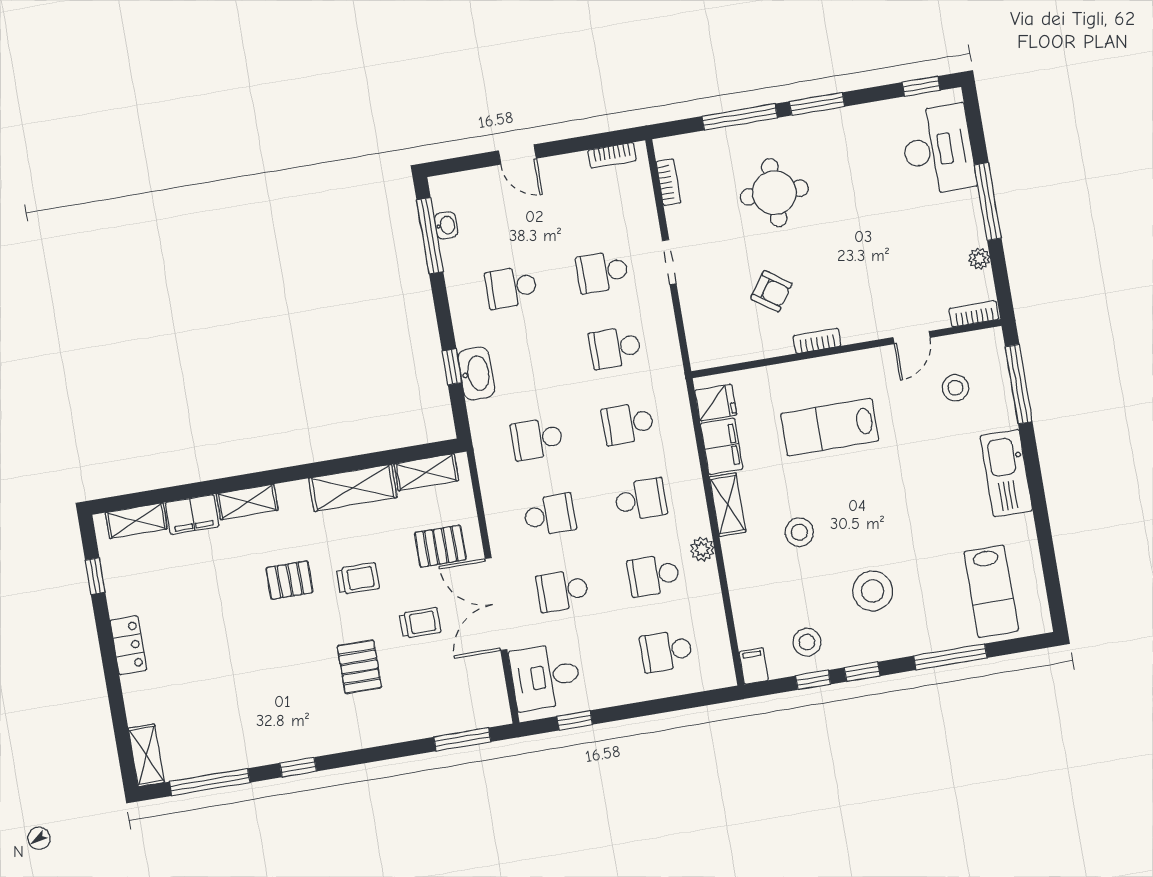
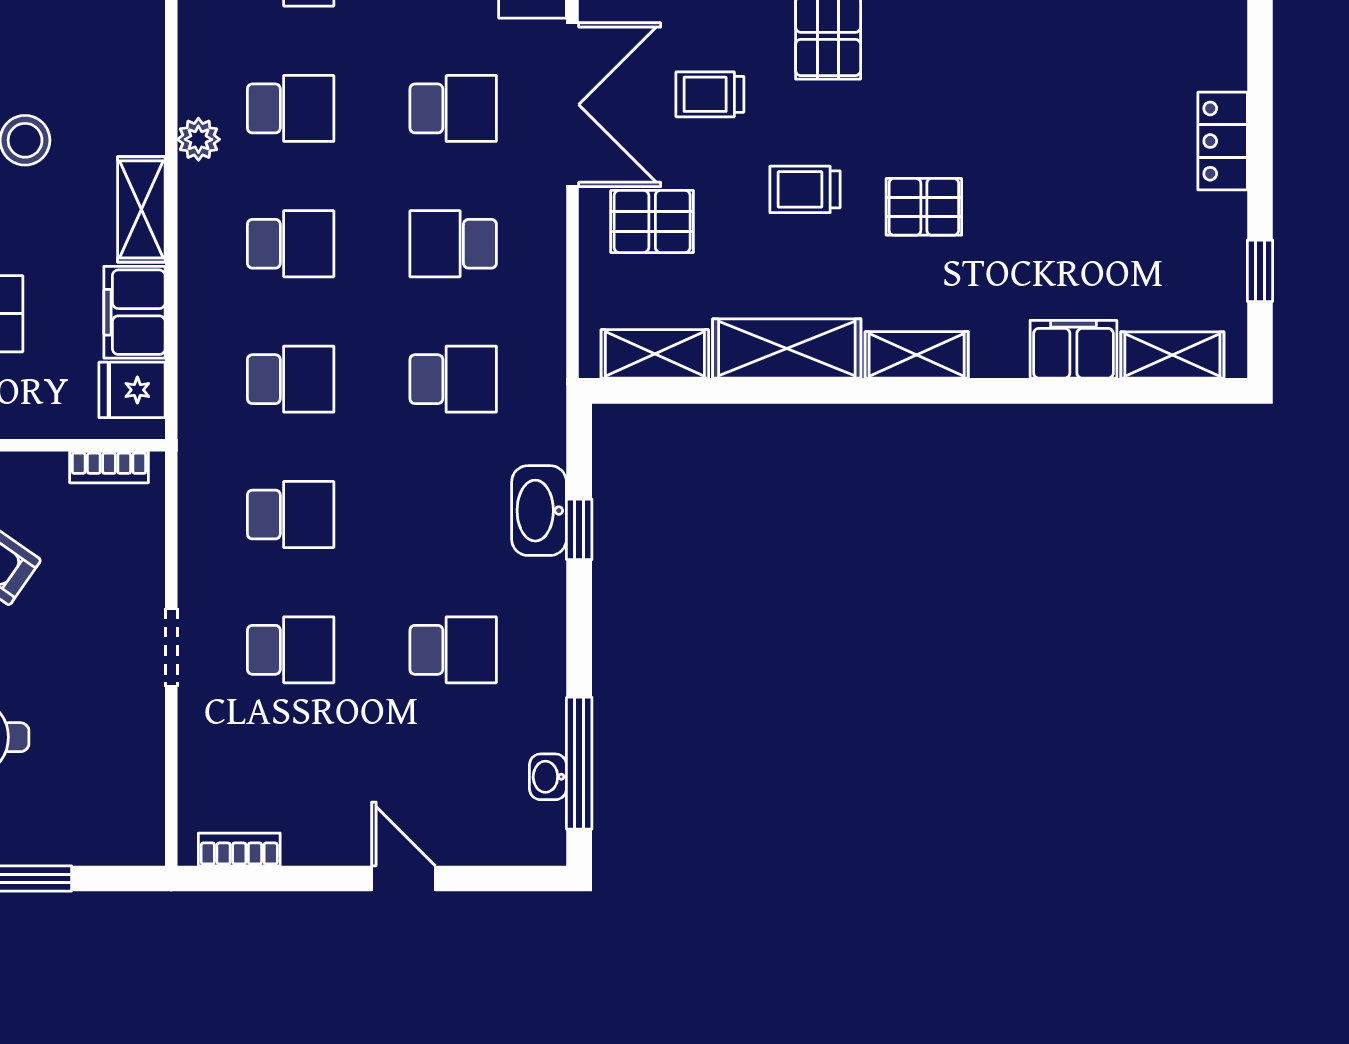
bookcase: (668, 182) -> (109, 467), moved, turned -90
school desk: (641, 499) -> (291, 244), turned 180
shelving: (247, 502) -> (917, 355), moved

